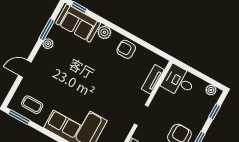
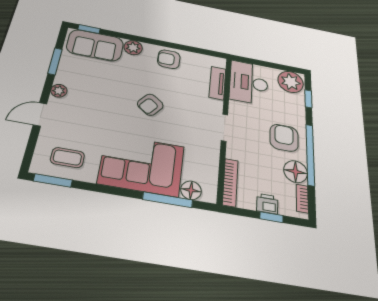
plant: (48, 44) -> (59, 91), moved
desk: (179, 81) -> (249, 83), width x1.37
armchair: (98, 83) -> (150, 105), added
plant: (211, 90) -> (291, 82), width x1.87, depth x1.87

